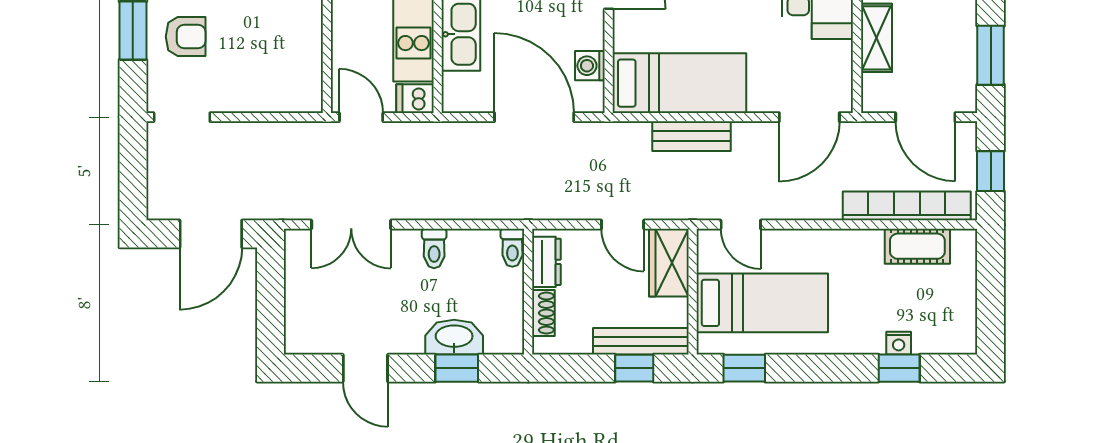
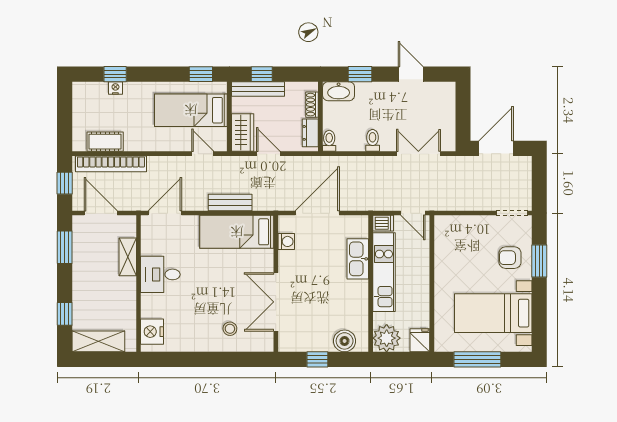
door: (534, 117) -> (317, 213), swing flipped
washbasin: (454, 337) -> (339, 91), moved

